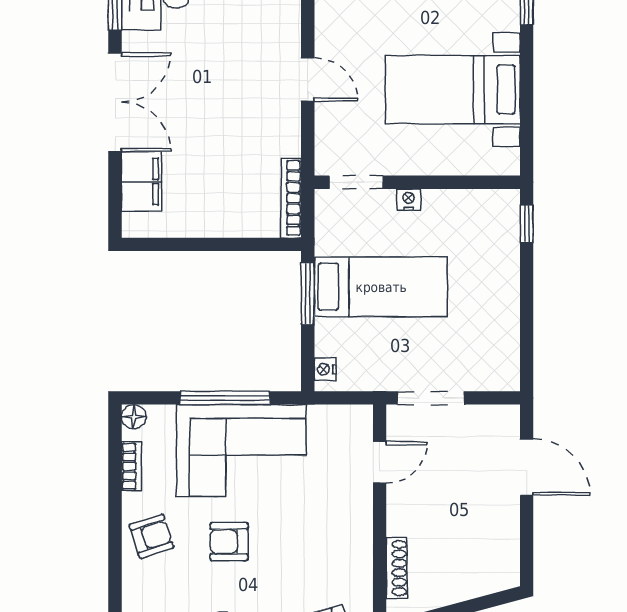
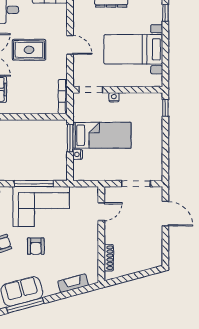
rug: (214, 91) -> (29, 50), added
nightstand: (325, 369) -> (78, 154), moved
doorway: (431, 398) -> (136, 184), moved
armchair: (229, 542) -> (36, 246), turned -90

